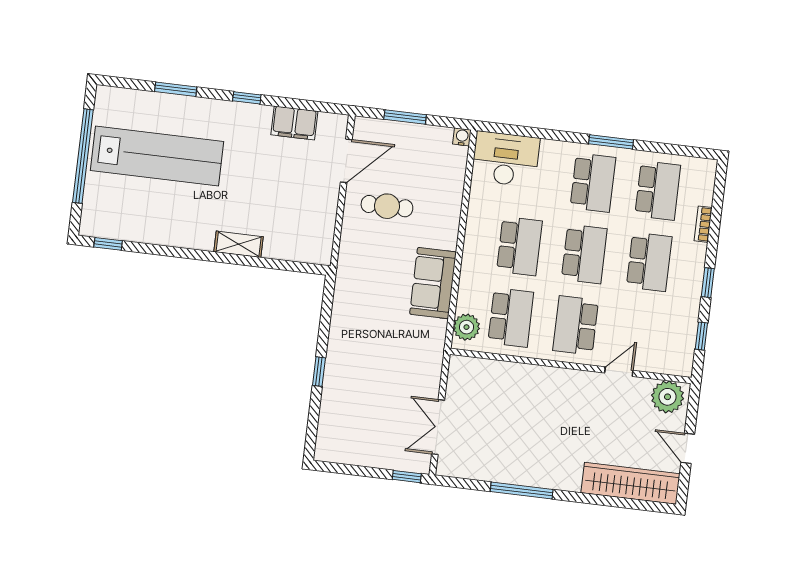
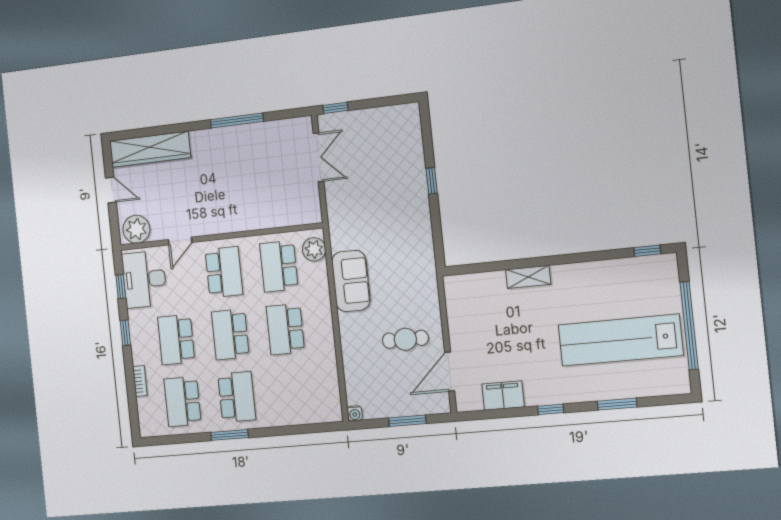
desk: (506, 159) -> (144, 279), moved, turned 90
school desk: (593, 183) -> (237, 397), turned 180

